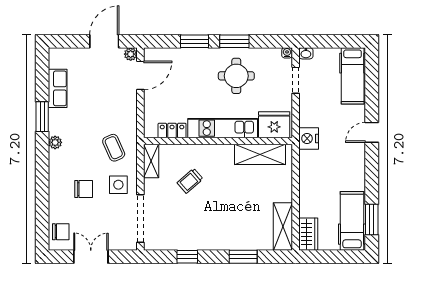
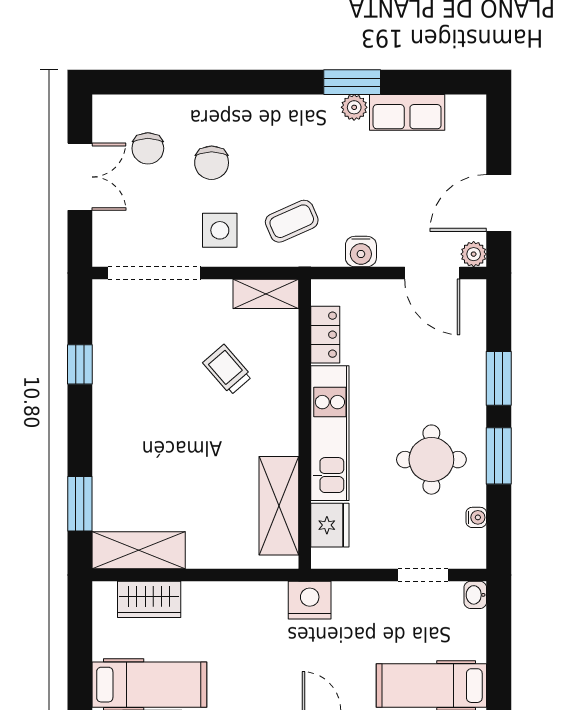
door: (104, 41) -> (499, 203), swing flipped
water cooler: (287, 53) -> (476, 517), moved
water cooler: (129, 112) -> (361, 252), added
fridge: (274, 125) -> (330, 525), width x0.73, depth x0.75
plant: (55, 142) -> (354, 107), moved
chair: (61, 232) -> (148, 148), moved
wardrobe: (308, 234) -> (149, 599), moved
window: (243, 257) -> (80, 504), moved

